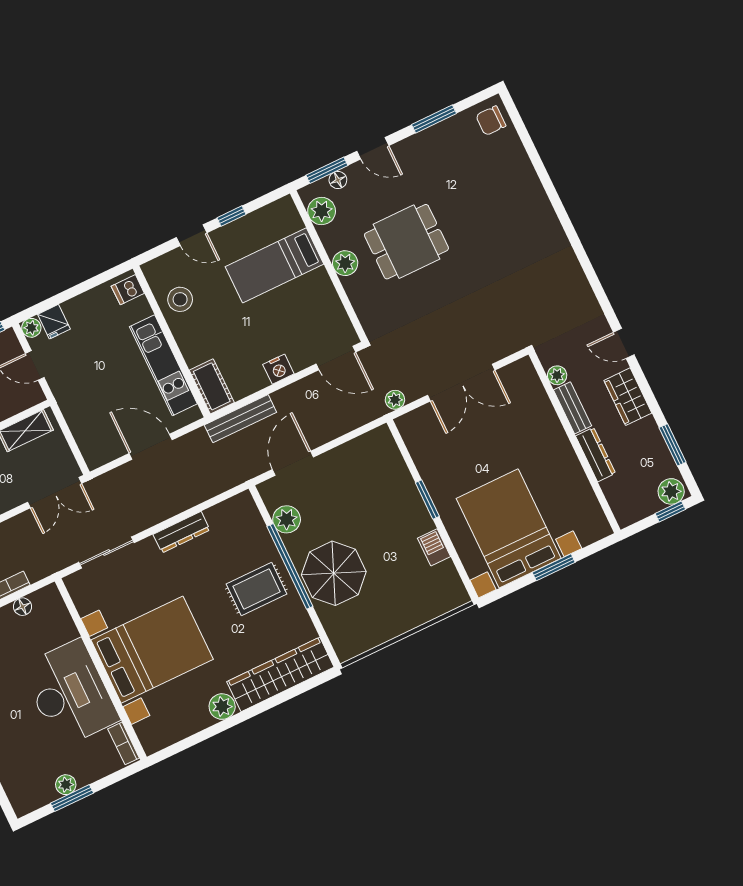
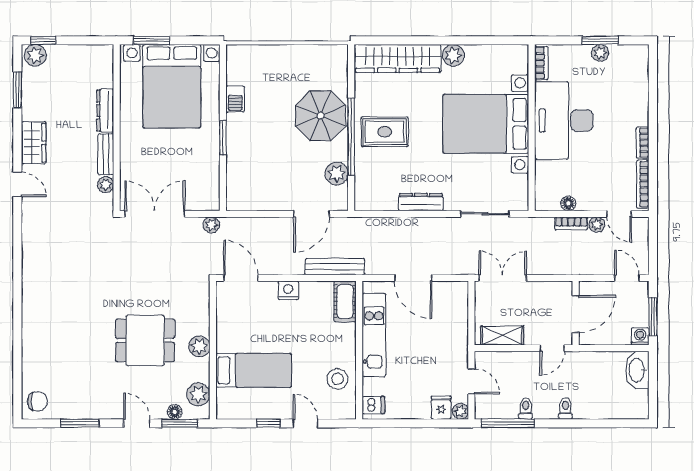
plant: (557, 375) -> (106, 185), moved
bench: (572, 408) -> (106, 154), moved
wall: (575, 442) -> (117, 128), moved
dresser: (596, 455) -> (105, 111), moved

